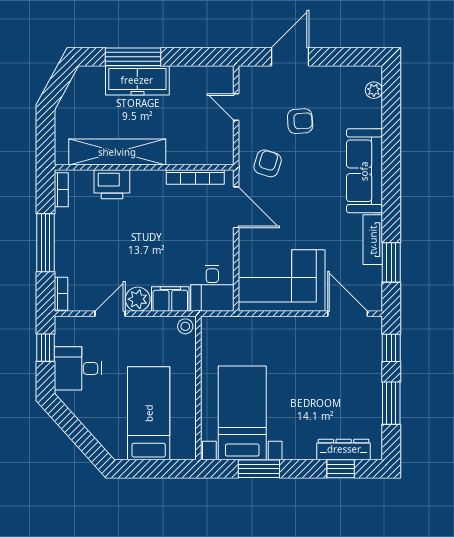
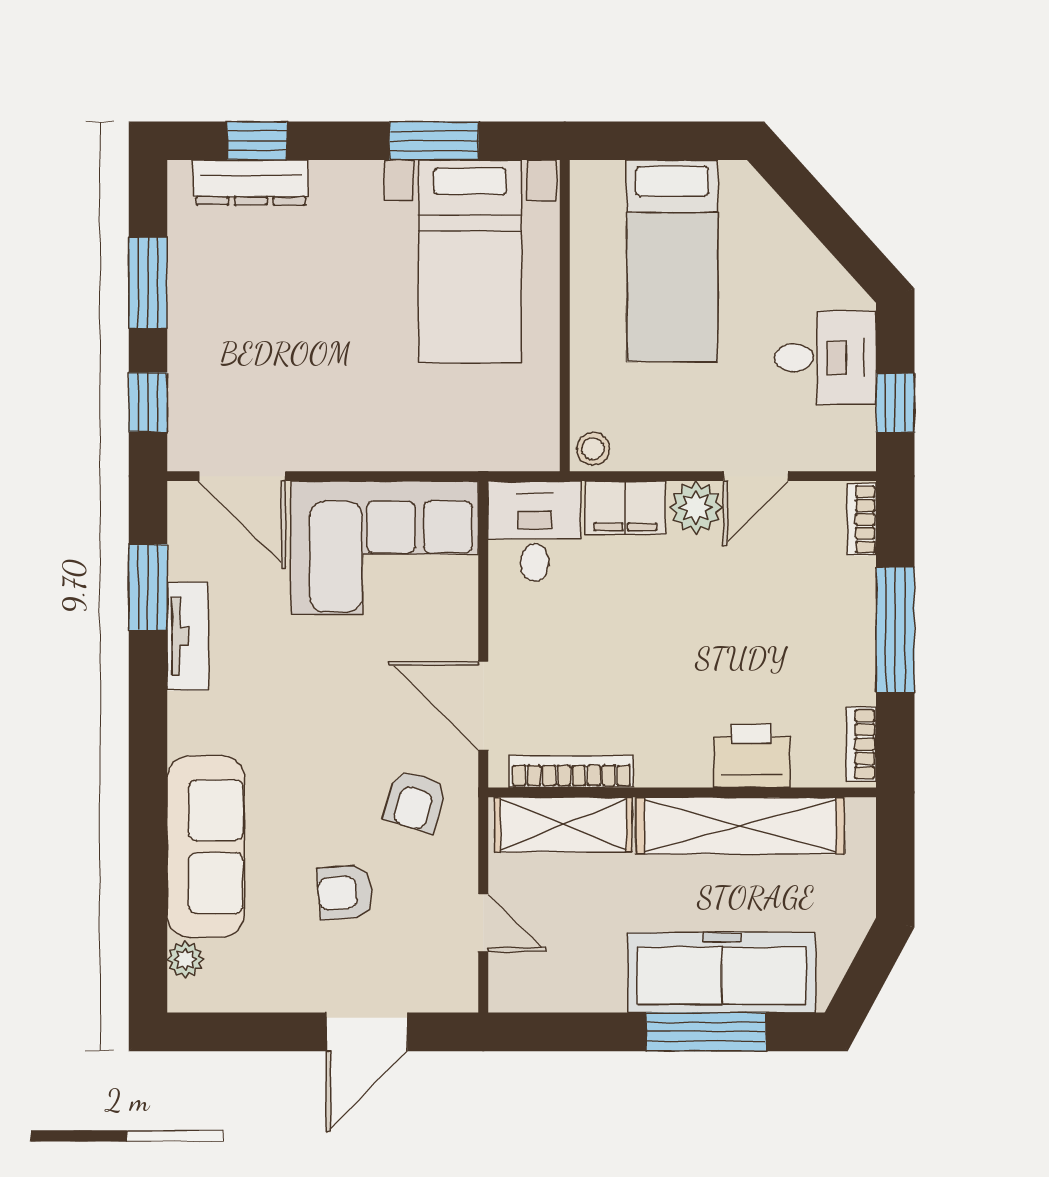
freezer: (137, 80) -> (722, 972), width x1.36, depth x1.26
shelving: (199, 153) -> (563, 825), added
sofa: (364, 171) -> (206, 847), moved

